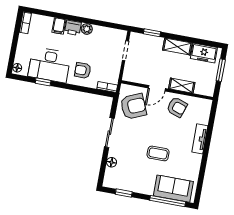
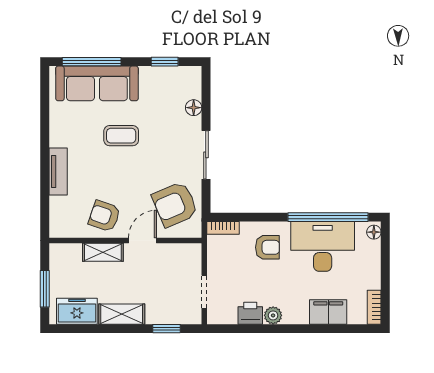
filing cabinet: (59, 26) -> (328, 312), width x2.00
printer: (73, 28) -> (250, 313), moved
window: (43, 82) -> (328, 217), width x3.17
sofa: (173, 189) -> (97, 83), width x1.36

